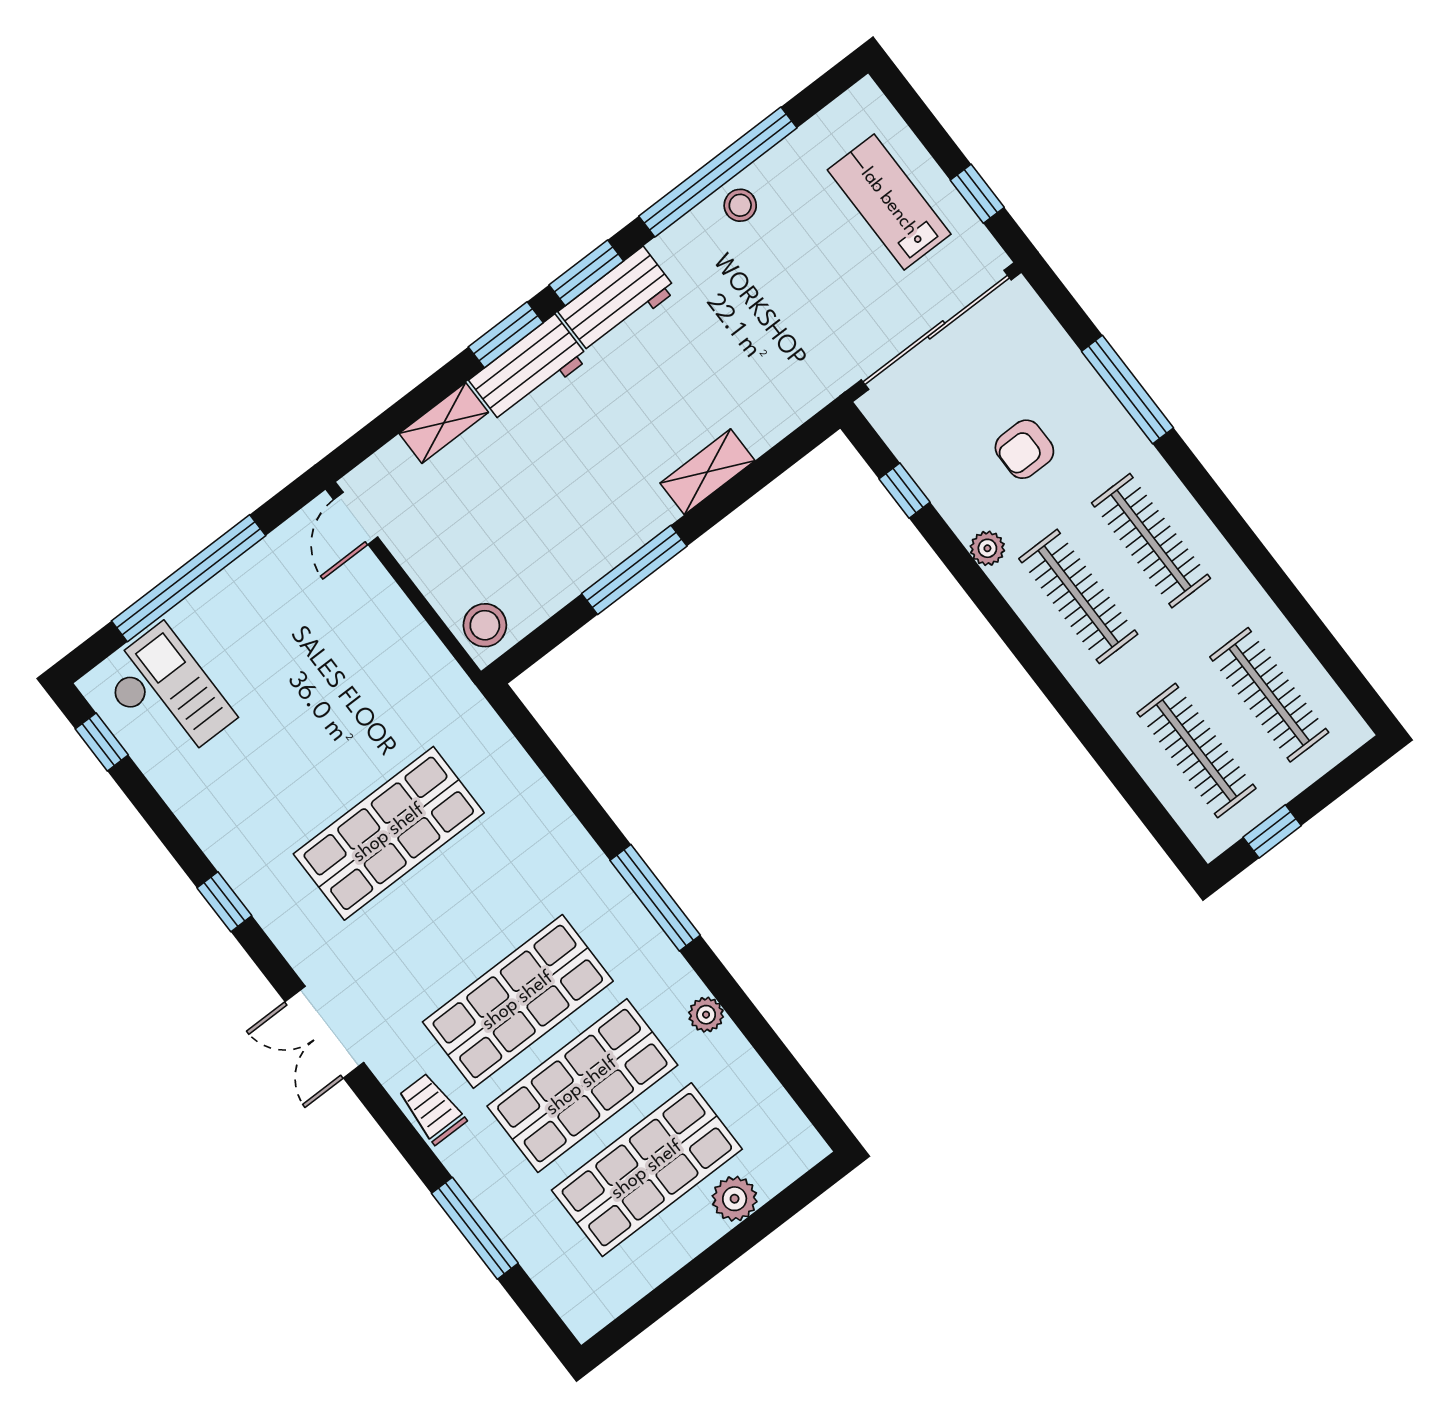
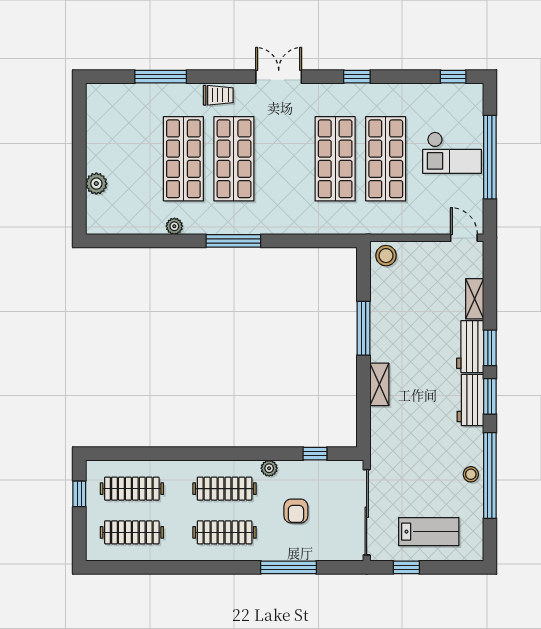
armchair: (1024, 449) -> (296, 511), turned 180
checkout: (167, 695) -> (452, 153), moved
shop shelf: (647, 1170) -> (386, 159), moved

